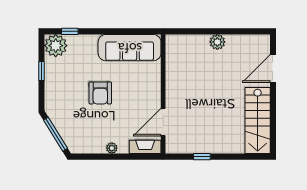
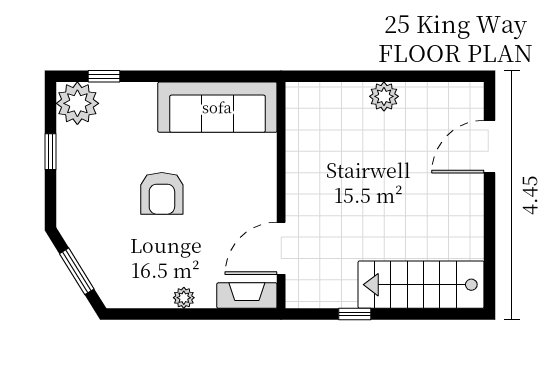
stairs: (258, 121) -> (421, 285), moved, turned 90
window: (55, 134) -> (77, 271), width x0.69

